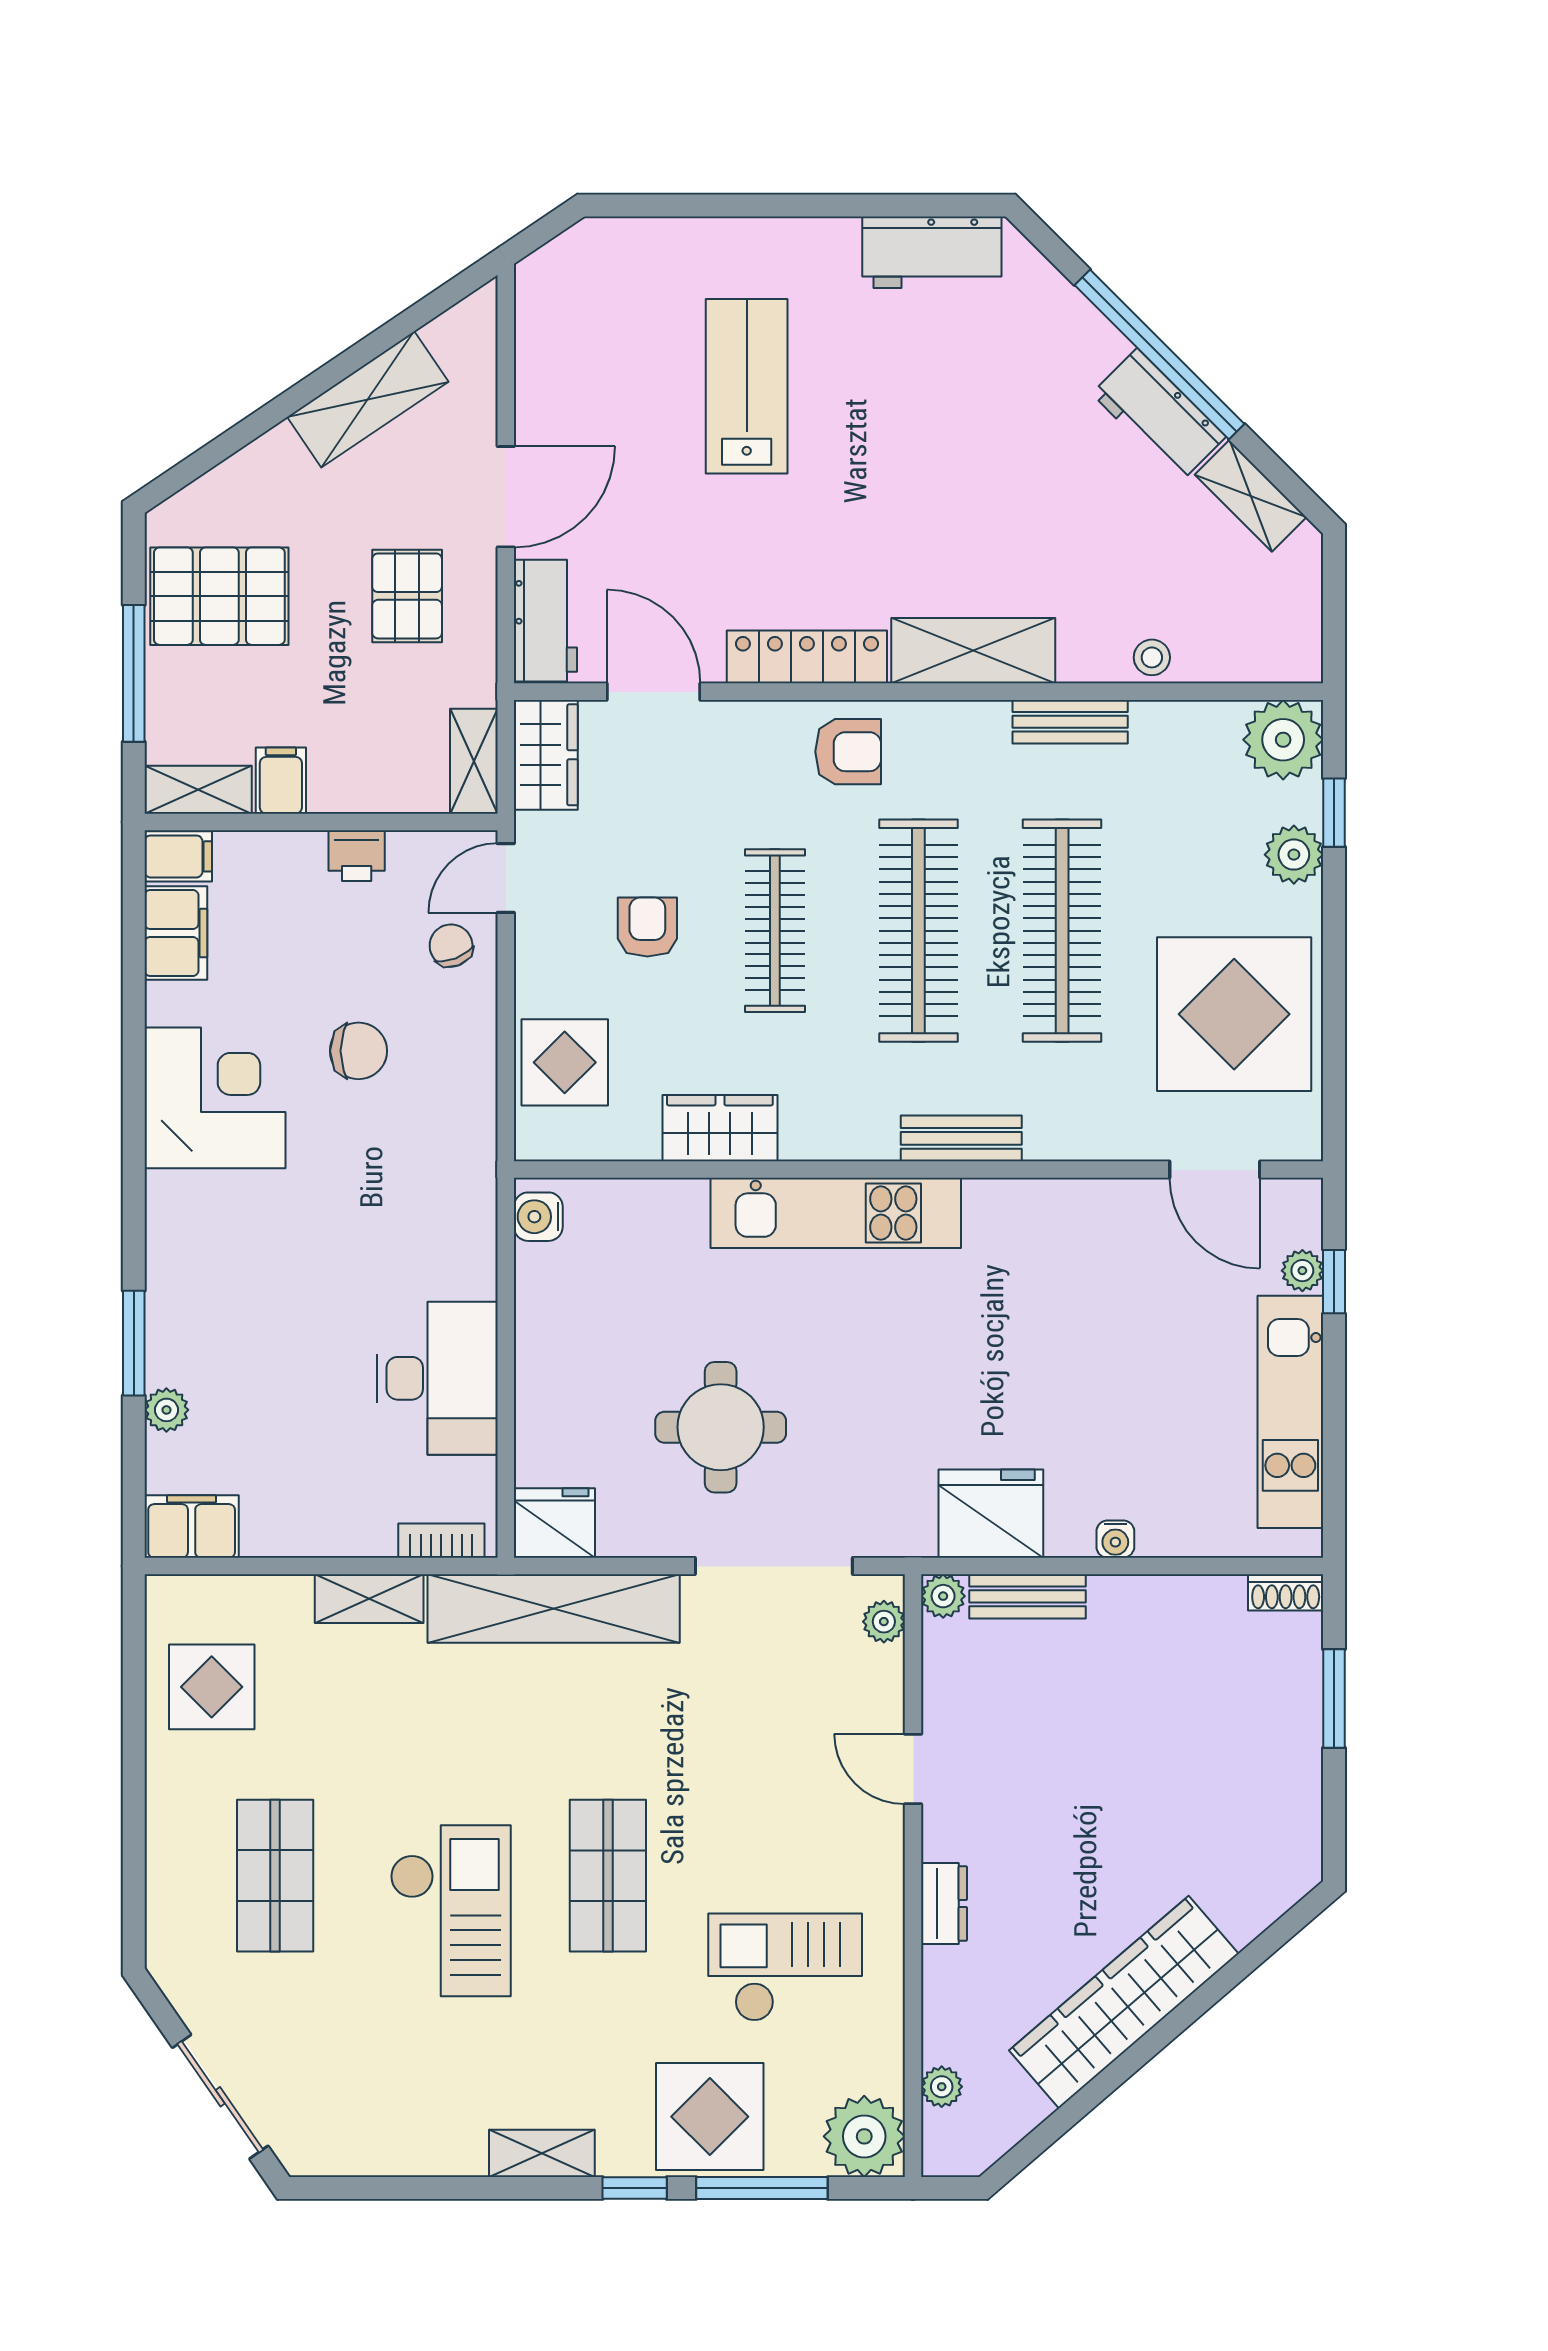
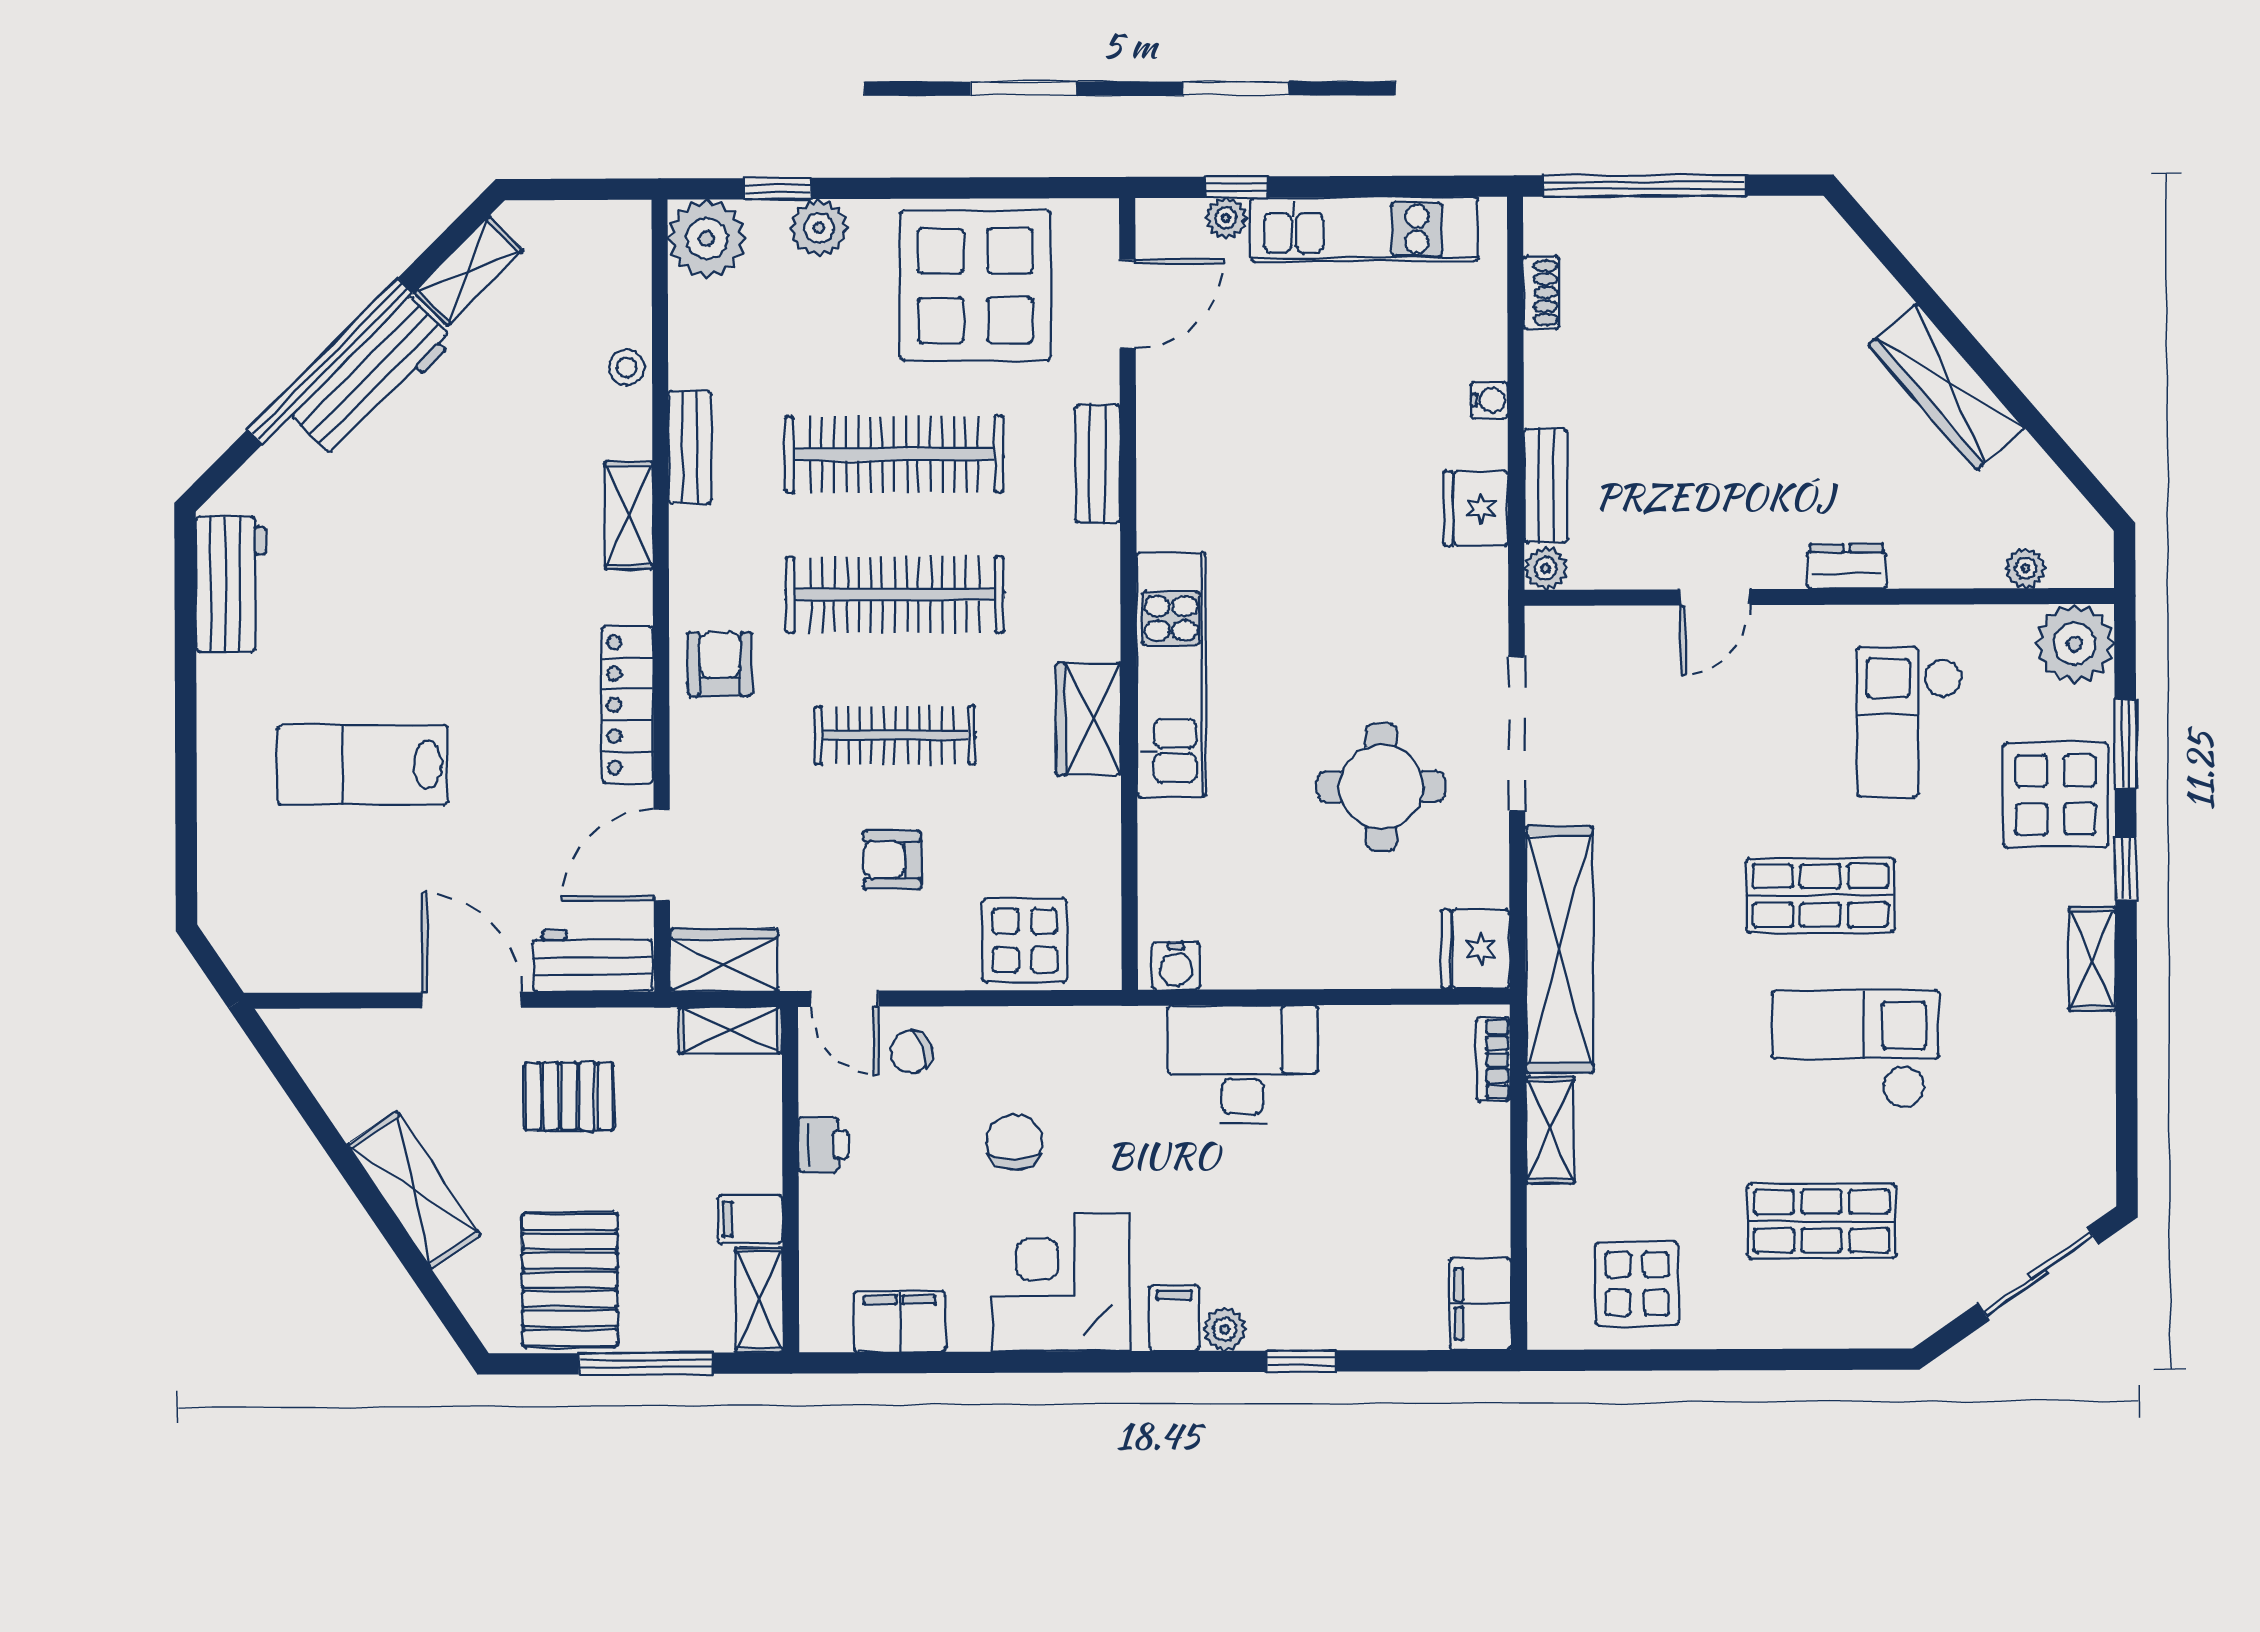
shelving: (368, 399) -> (414, 1190), moved
workbench: (1159, 415) -> (373, 378), width x1.38
shelving: (973, 651) -> (629, 515), width x0.67, depth x0.75
filing cabinet: (178, 856) -> (1174, 1318), moved
wardrobe: (720, 1128) -> (1088, 719), moved
bench: (961, 1138) -> (1098, 464), moved
window: (134, 1343) -> (1301, 1361), width x0.67
desk: (437, 1378) -> (1243, 1064), moved
plant: (166, 1410) -> (1225, 1329), moved
fridge: (991, 1514) -> (1476, 508), width x0.73, depth x0.75
shoe rack: (1286, 1592) -> (1541, 293), moved
plant: (884, 1622) -> (1571, 626), removed
window: (1334, 1699) -> (1645, 186), width x2.11
wardrobe: (1124, 2002) -> (1946, 387), width x0.71, depth x0.85
window: (762, 2188) -> (2125, 744), width x0.69

